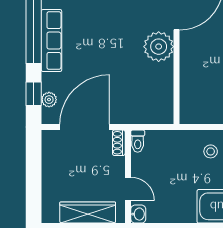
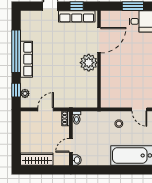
door: (85, 127) -> (46, 109), width x0.53
door: (128, 189) -> (71, 145), swing flipped
wardrobe: (88, 212) -> (37, 159), moved

